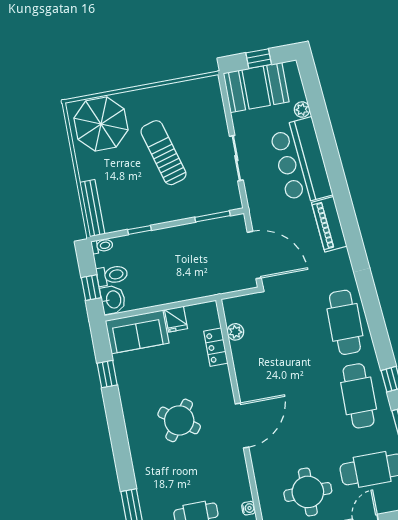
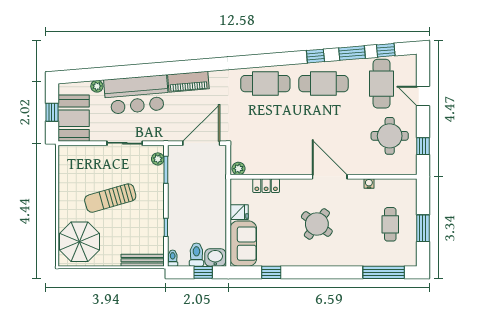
plant: (224, 204) -> (158, 159), added
plant: (235, 332) -> (238, 169), moved
water cooler: (248, 508) -> (369, 183), moved

